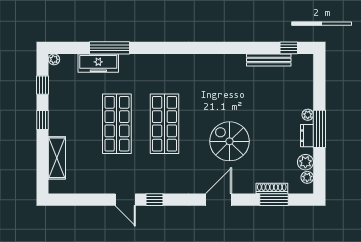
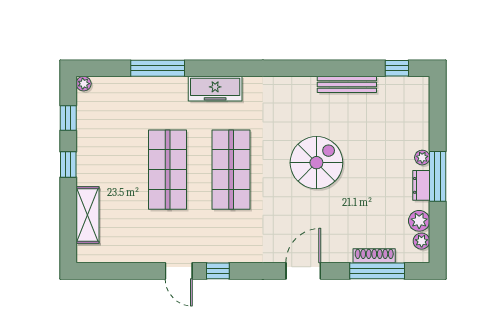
bench: (269, 60) -> (347, 84), moved
freezer: (98, 63) -> (215, 89), moved
spiral stairs: (229, 141) -> (316, 163), moved, turned 90
window: (274, 200) -> (377, 271), width x1.44

